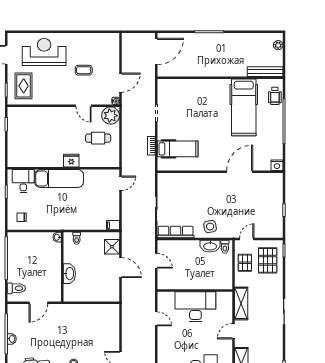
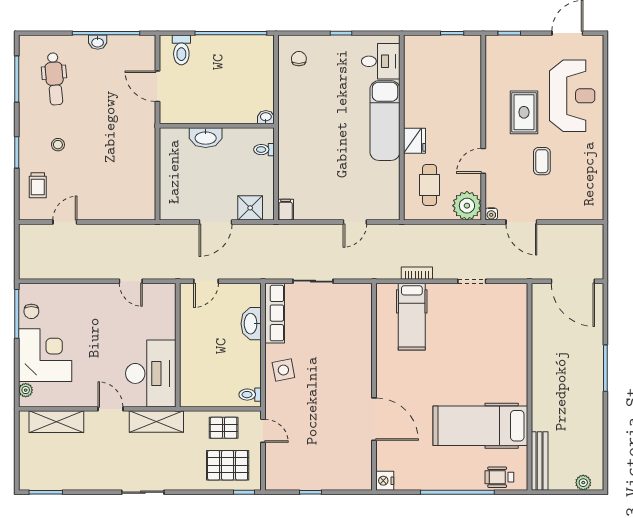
rug: (24, 86) -> (524, 112), moved, turned 90
fridge: (71, 161) -> (415, 141), moved
wall: (63, 168) -> (402, 128), moved
exam couch: (59, 179) -> (385, 121), moved
desk: (23, 181) -> (381, 61), moved
door: (120, 183) -> (355, 222), hinge flipped
washbasin: (210, 246) -> (251, 324), moved
door: (156, 261) -> (206, 281), moved
desk: (195, 307) -> (151, 373), moved
door: (156, 319) -> (131, 281), hinge flipped

